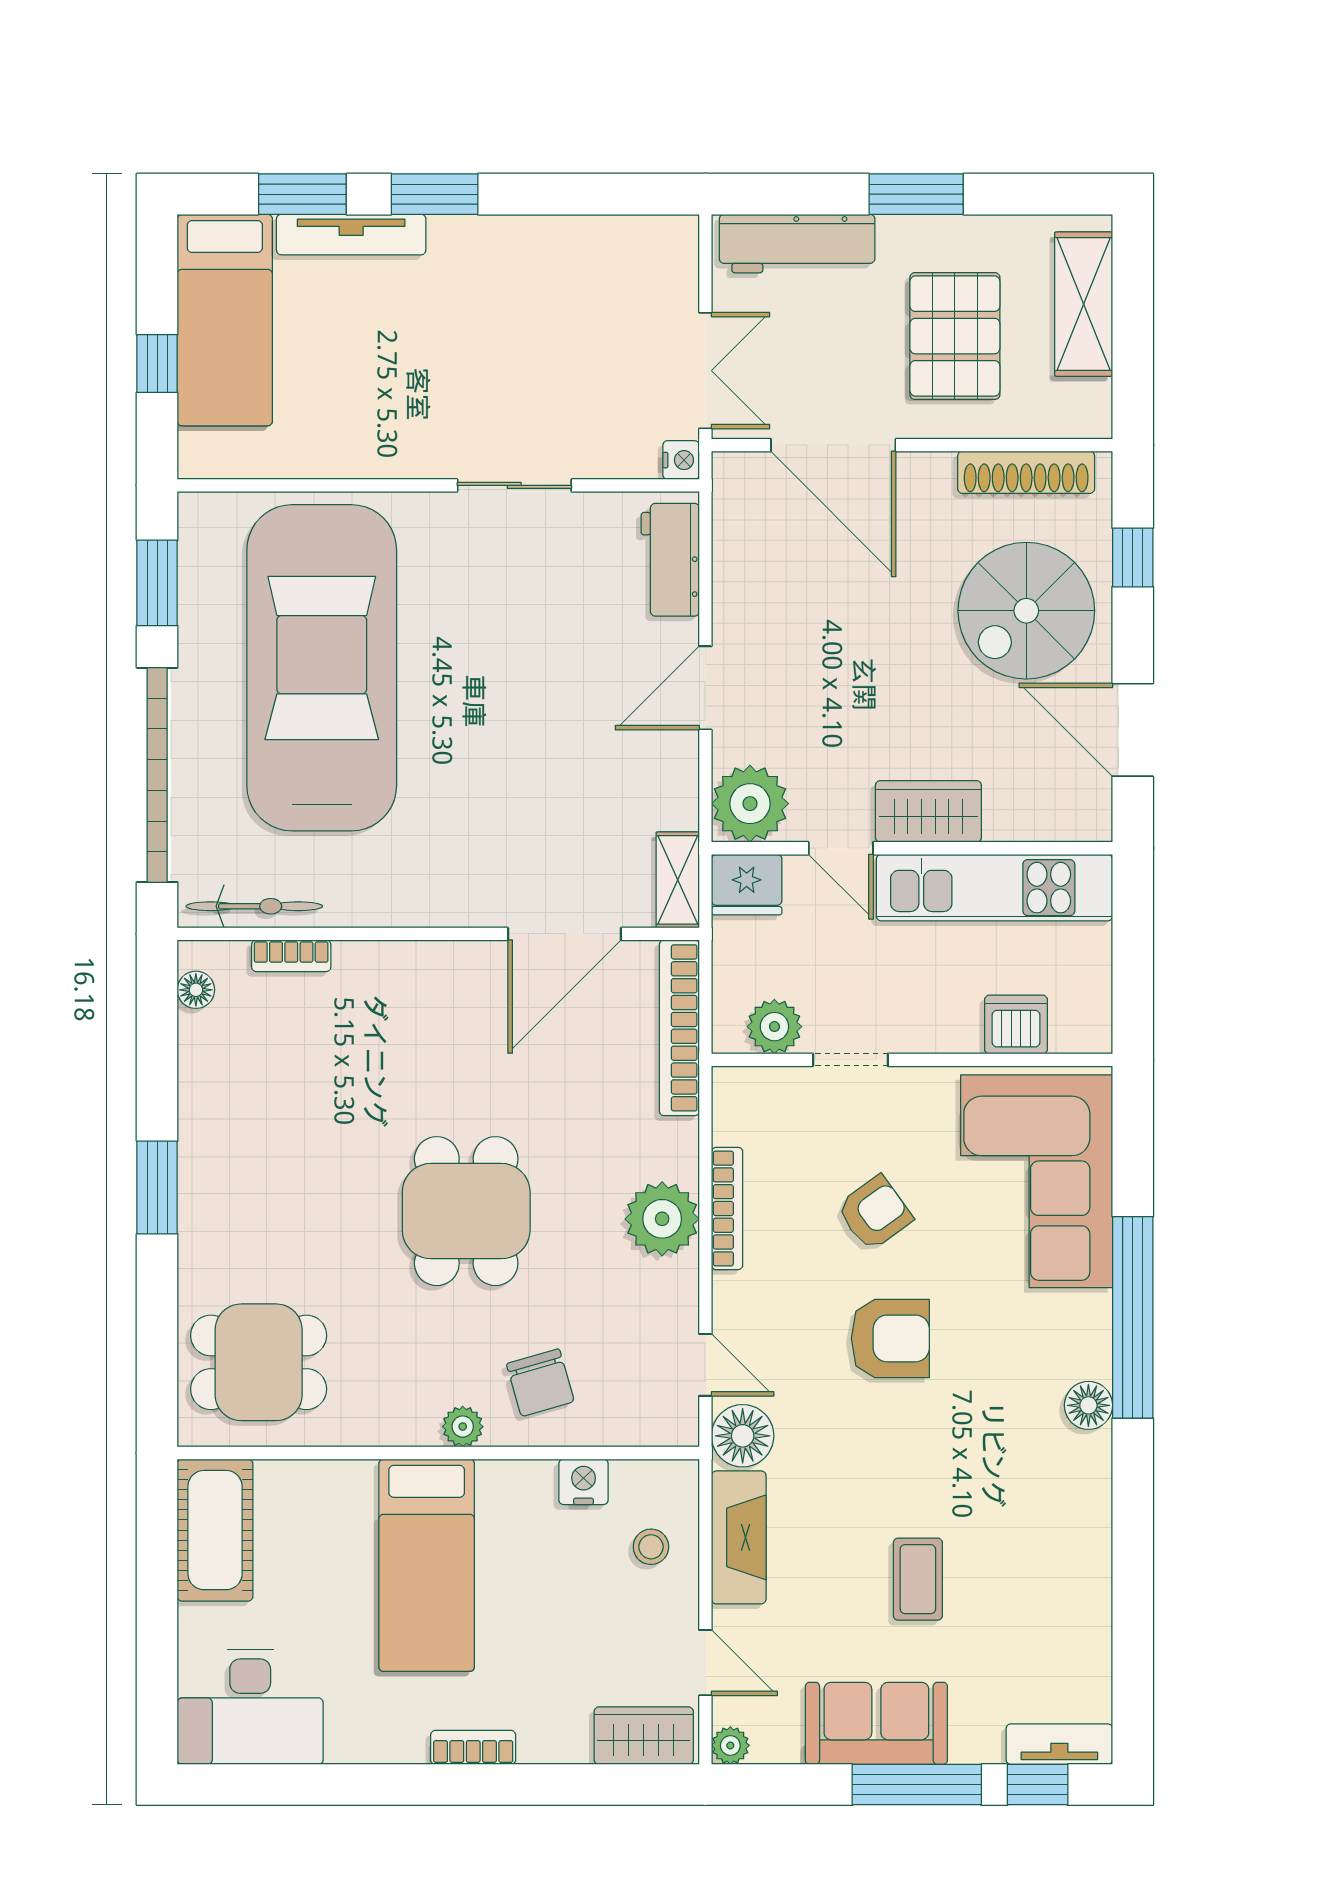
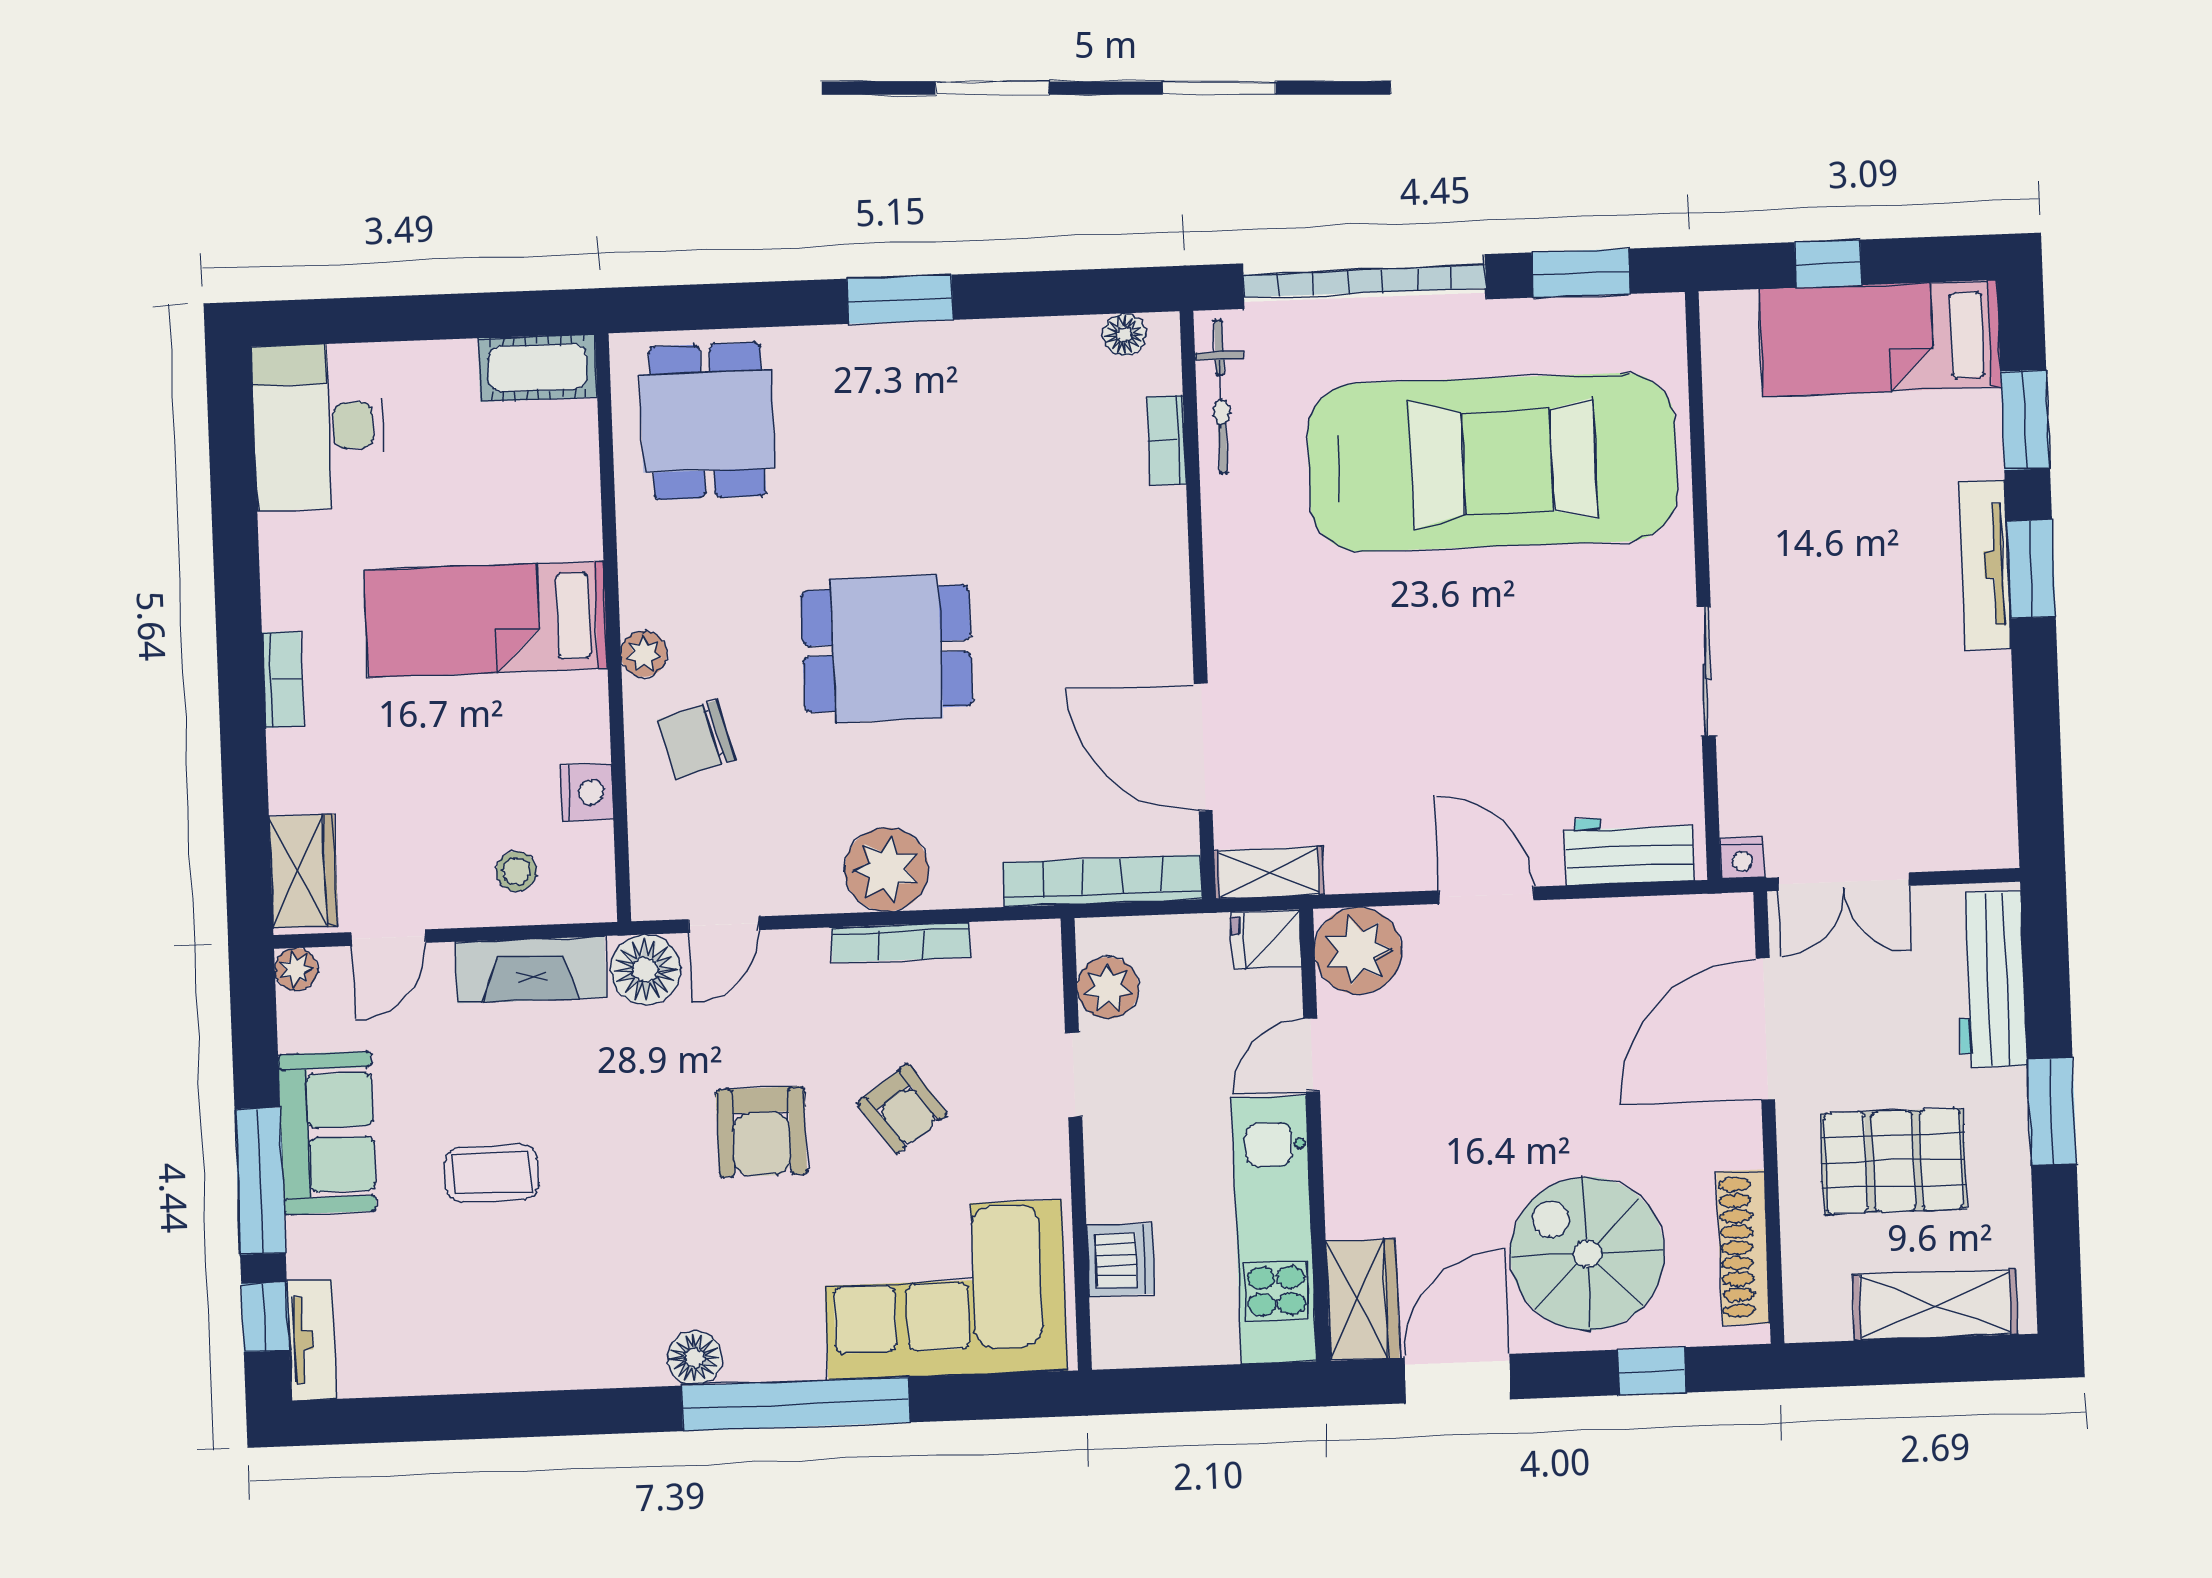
tv unit: (351, 235) -> (1985, 565), moved
wardrobe: (928, 811) -> (1363, 1300), moved
fridge: (747, 885) -> (1266, 939), width x0.72
cot: (215, 1530) -> (538, 368), width x0.73, depth x0.75

